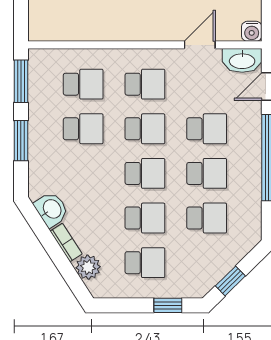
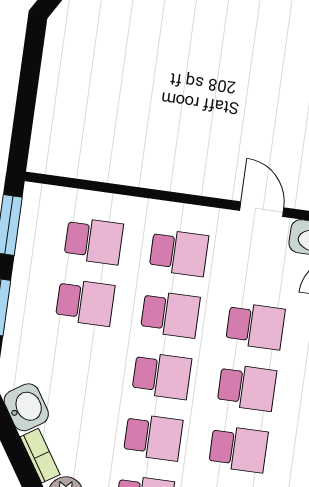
door: (200, 45) -> (262, 209), hinge flipped

